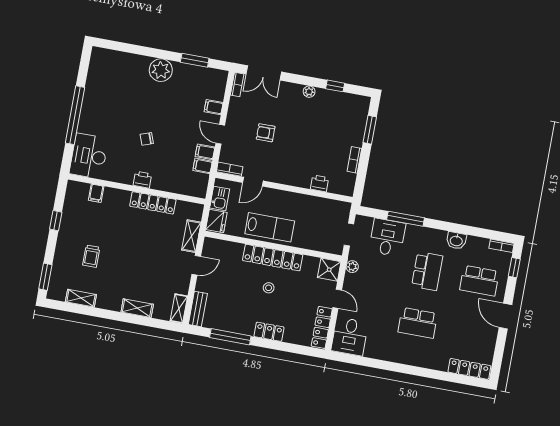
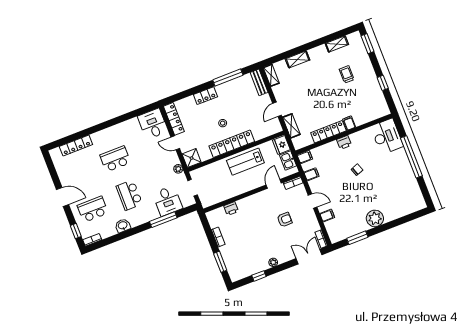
filing cabinet: (205, 152) -> (305, 157), moved
filing cabinet: (96, 193) -> (349, 123), moved
locker: (469, 369) -> (76, 146), moved

